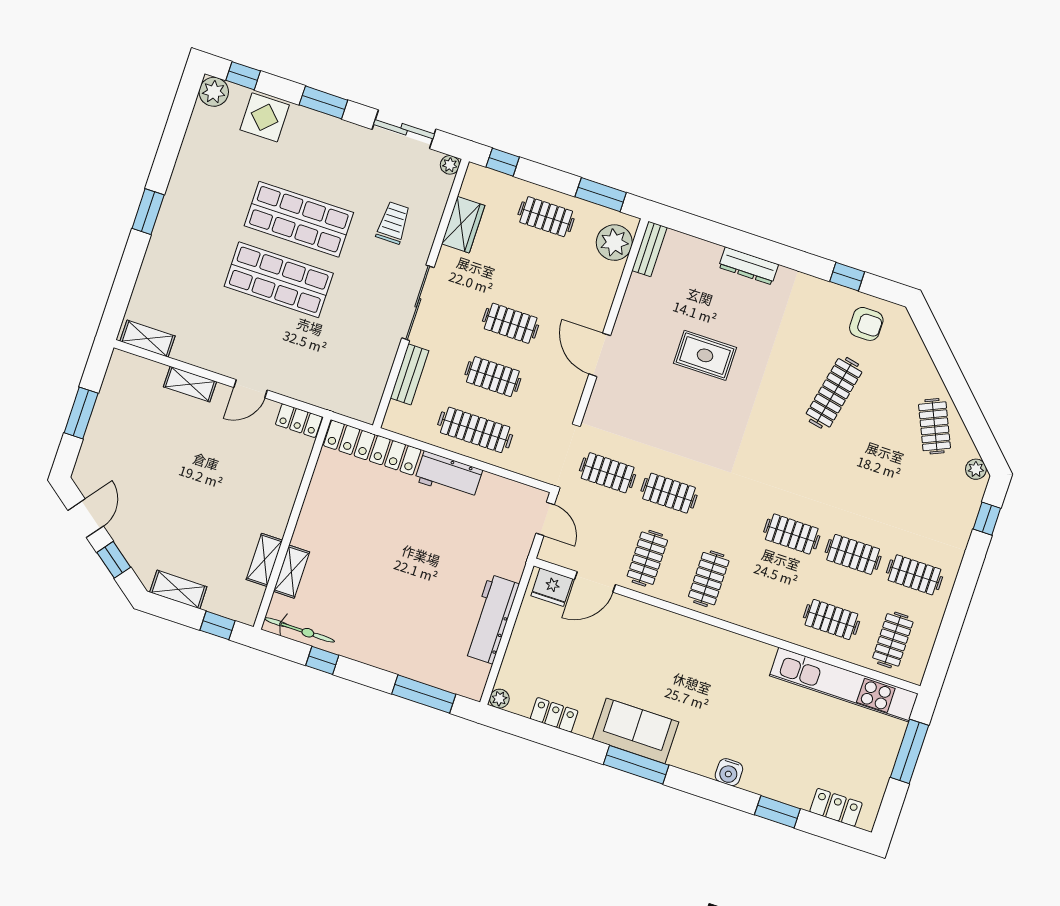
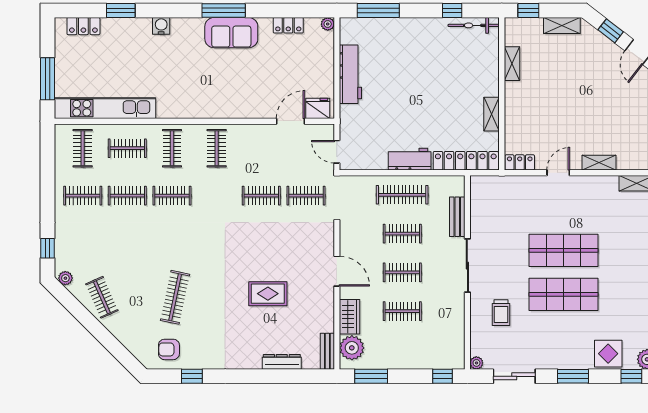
clothes rail: (546, 217) -> (402, 311), moved
wardrobe: (463, 225) -> (350, 317), moved, turned 180
dresser: (749, 266) -> (282, 362), moved
clothes rail: (647, 558) -> (172, 148), moved
shelving: (292, 572) -> (492, 114), moved

